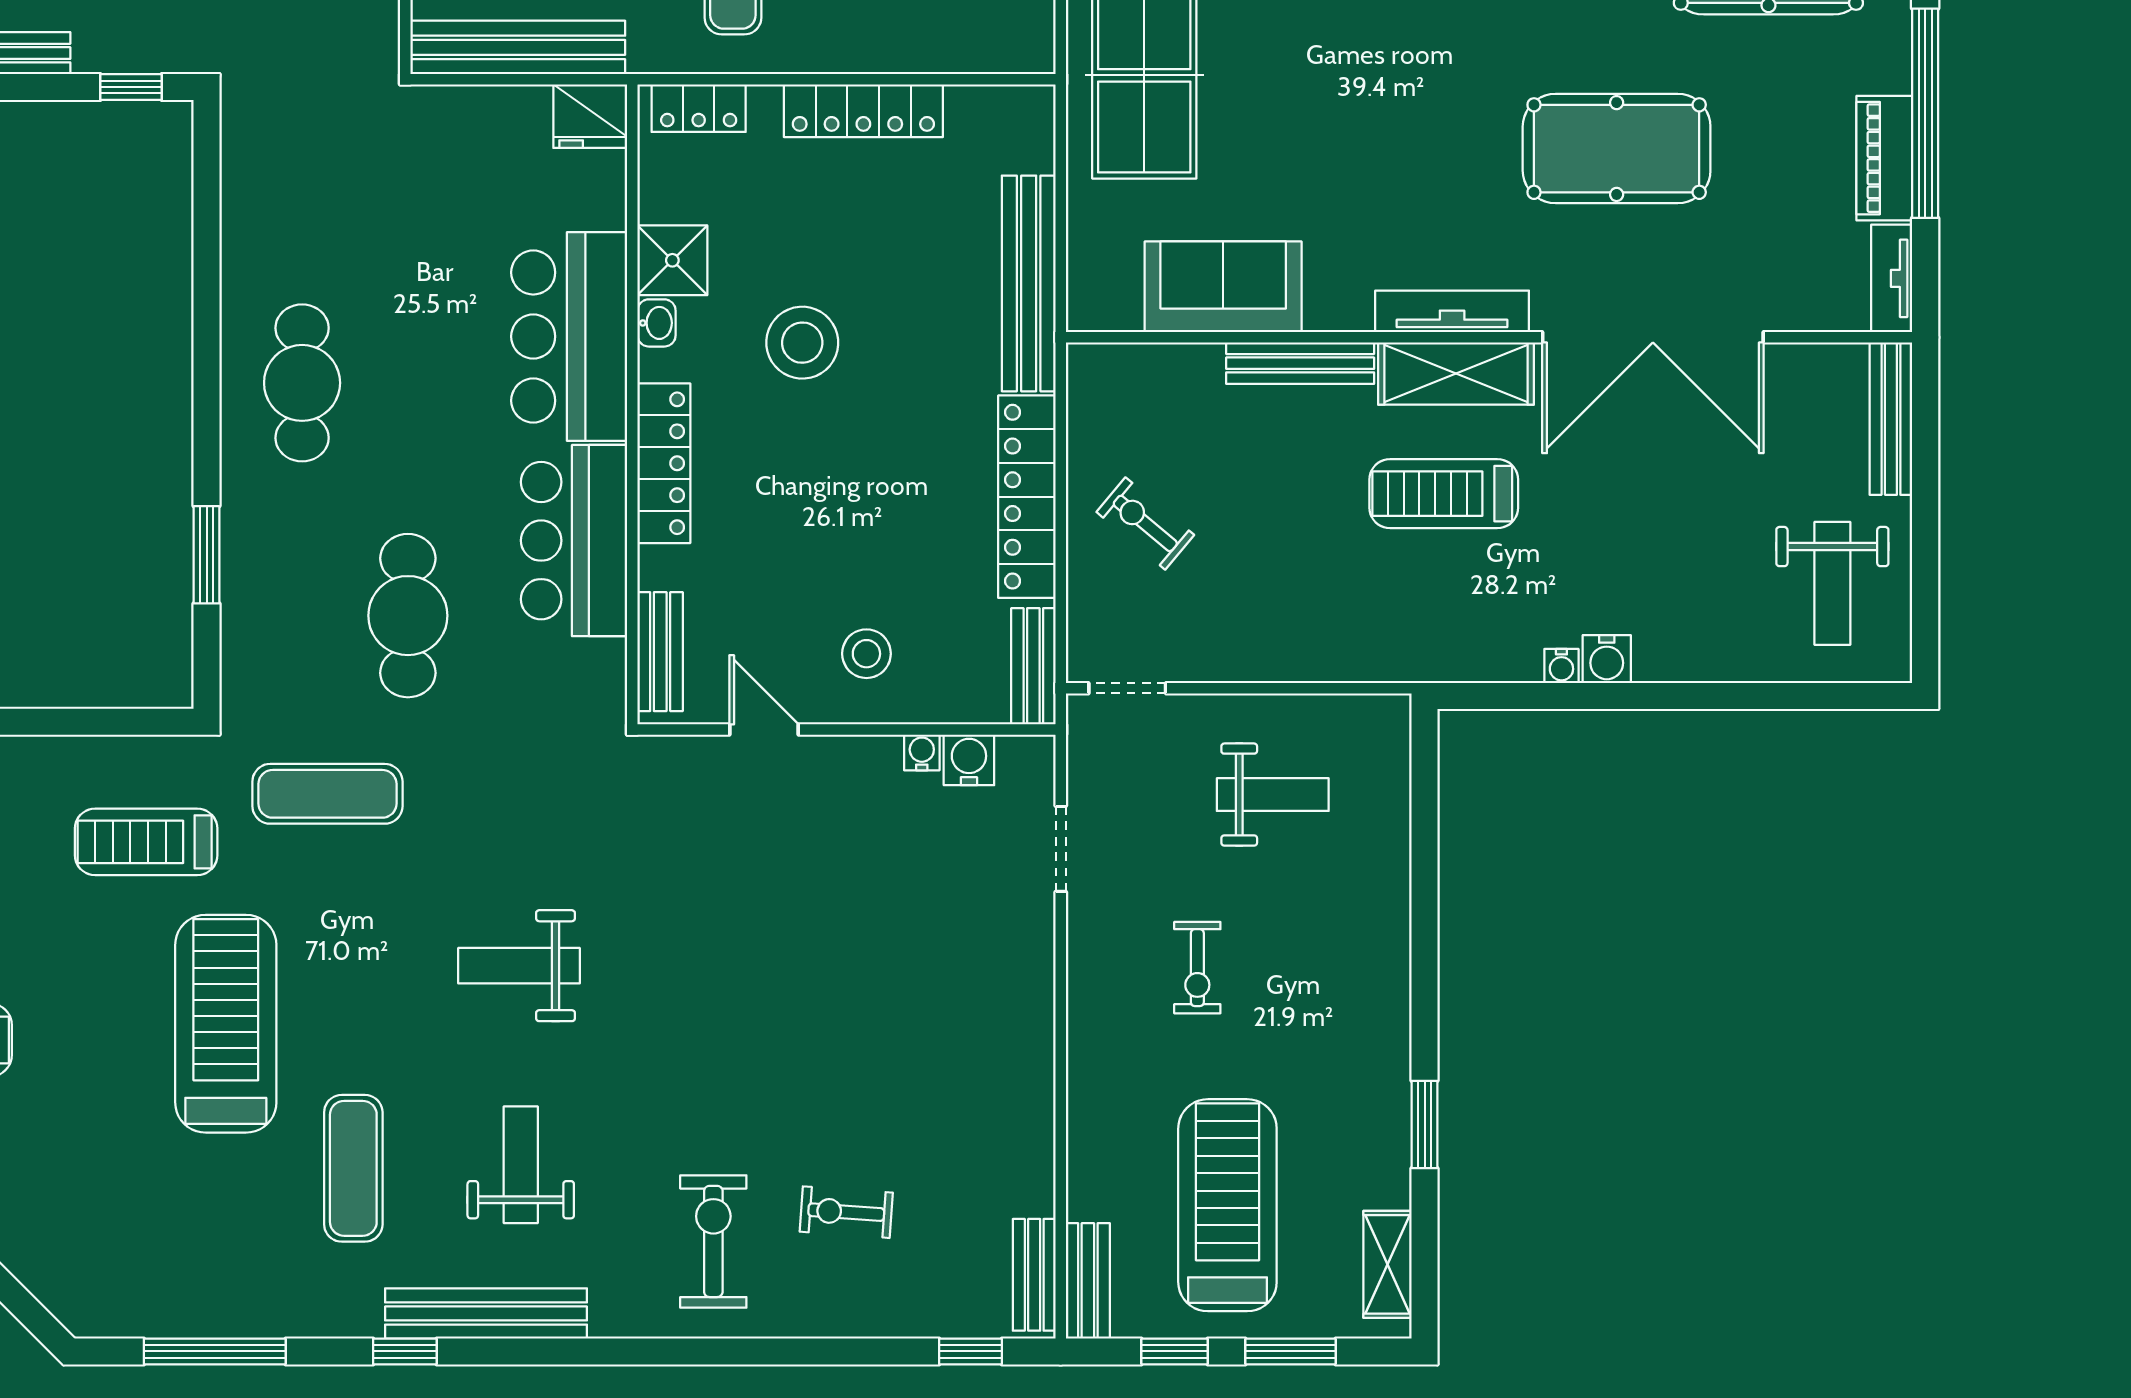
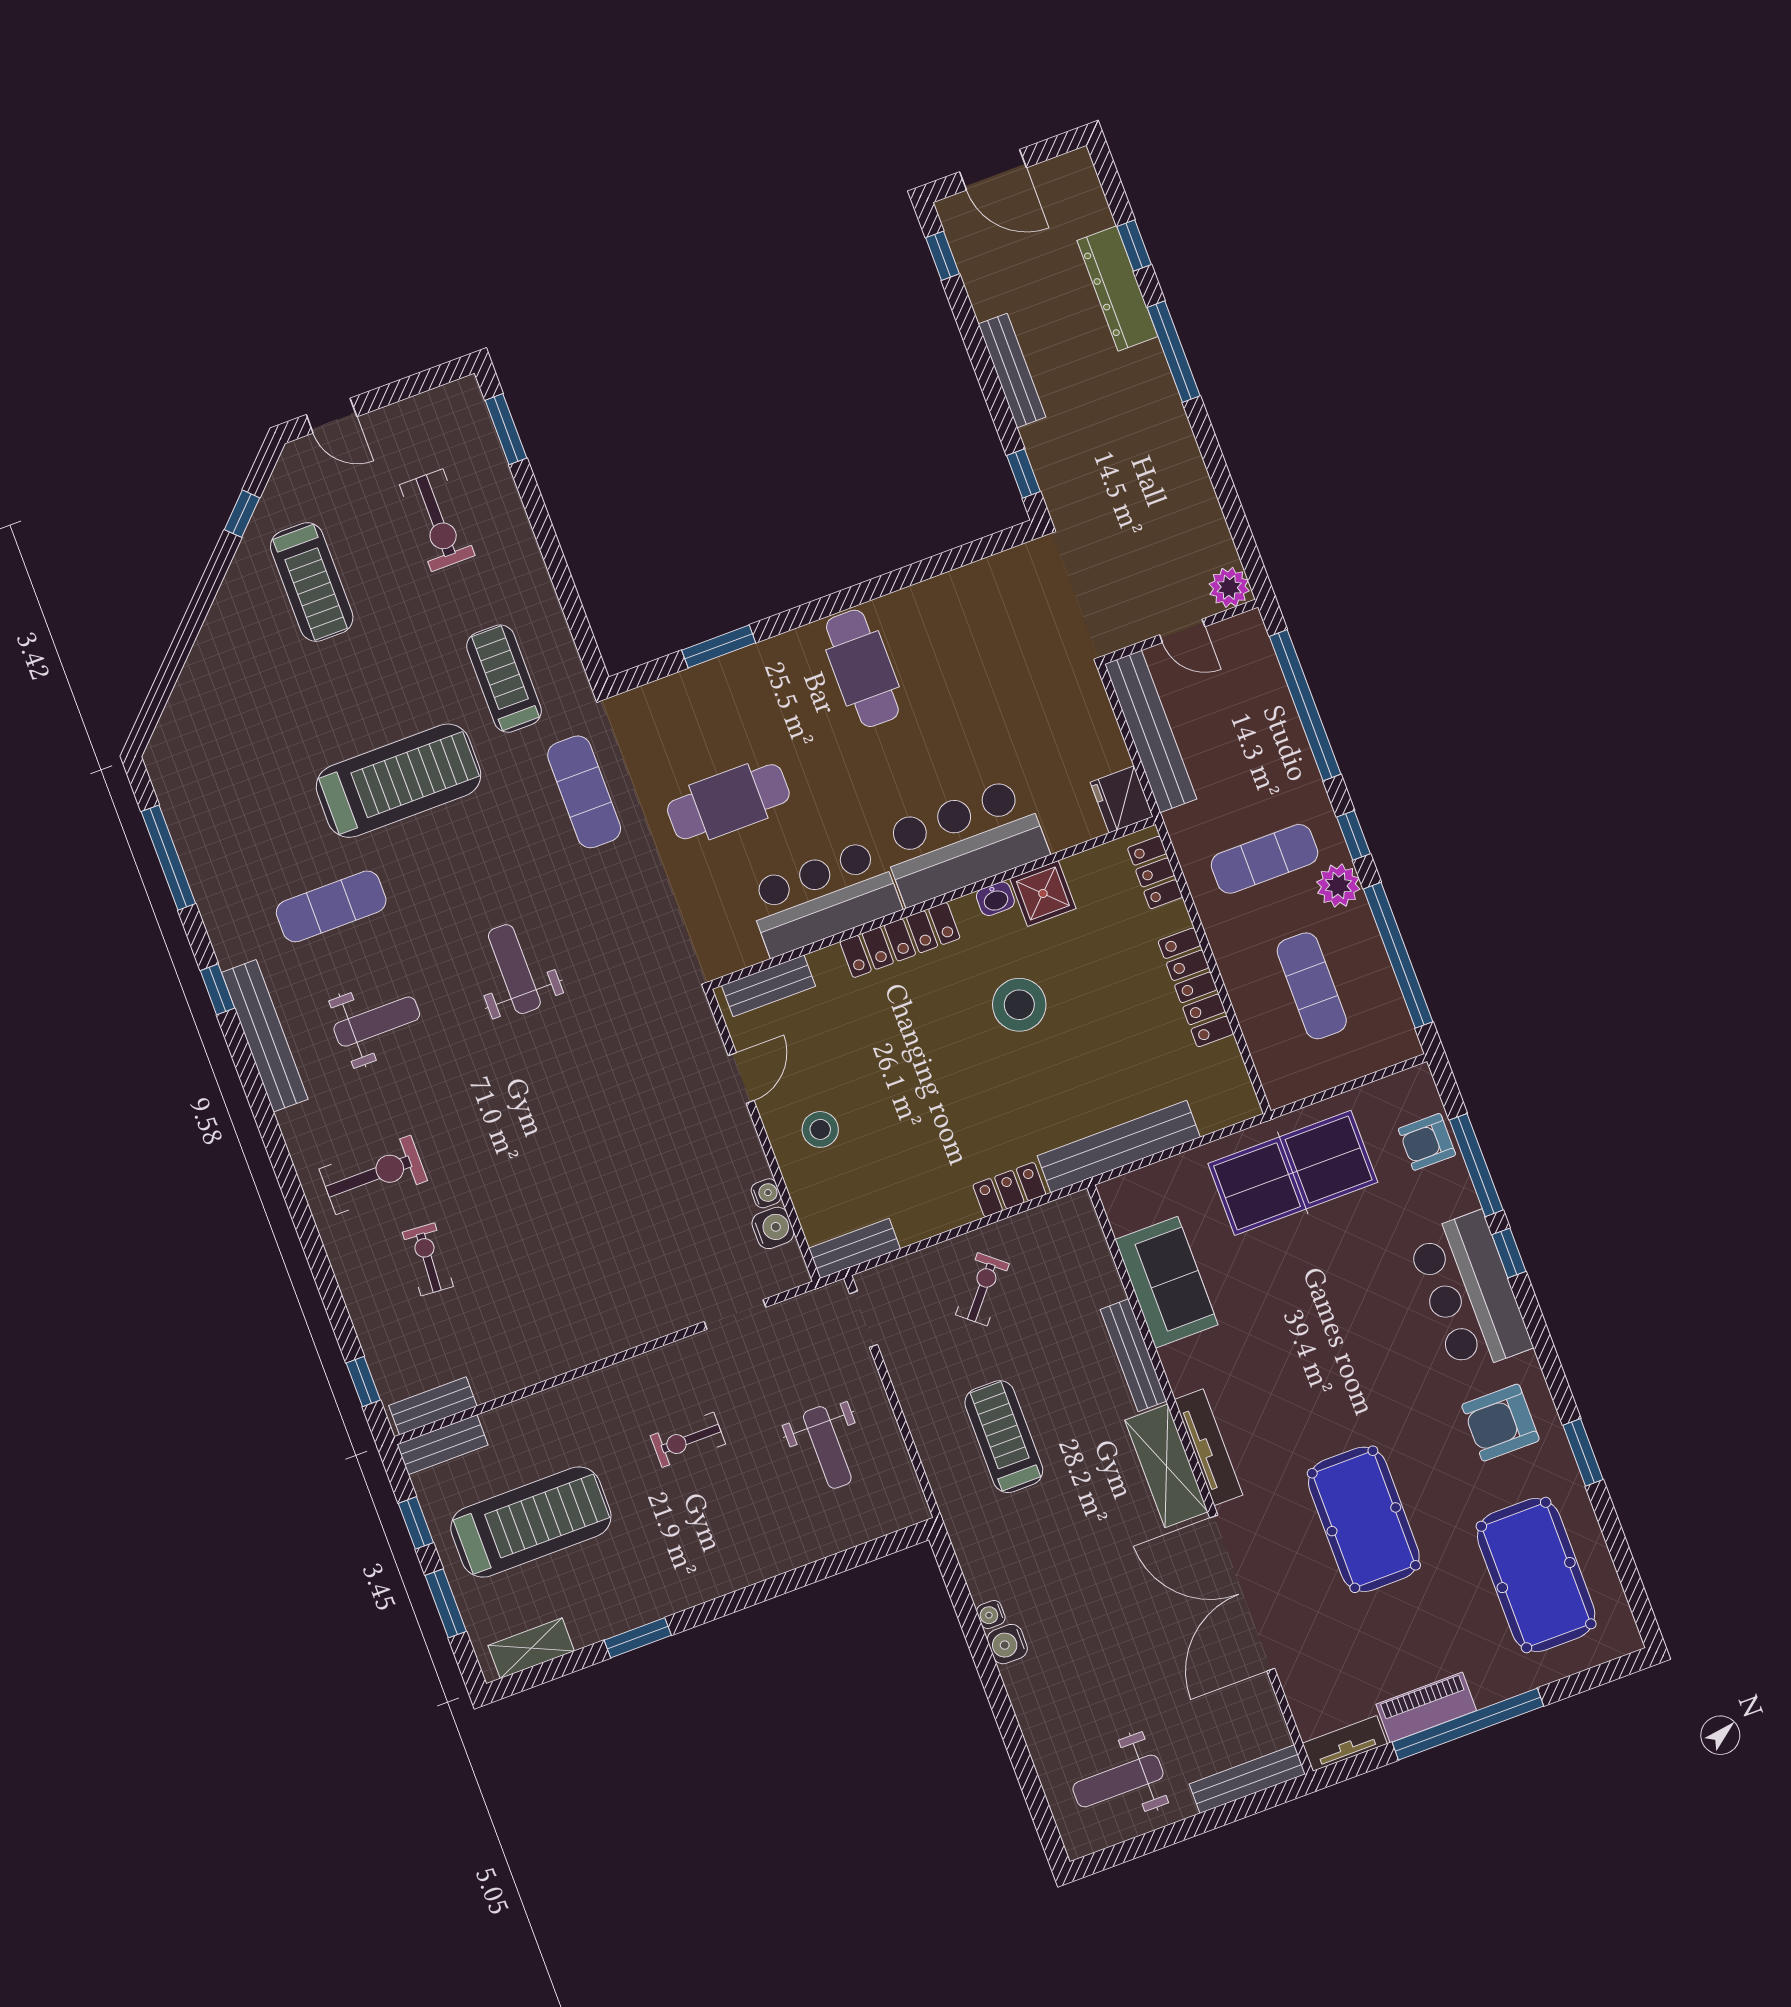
cafe table: (302, 383) -> (862, 668), turned 90
treadmill: (1444, 494) -> (1004, 1437), moved
locker: (1027, 497) -> (1009, 1190), width x0.46, depth x0.83

